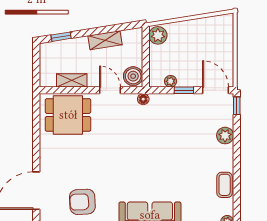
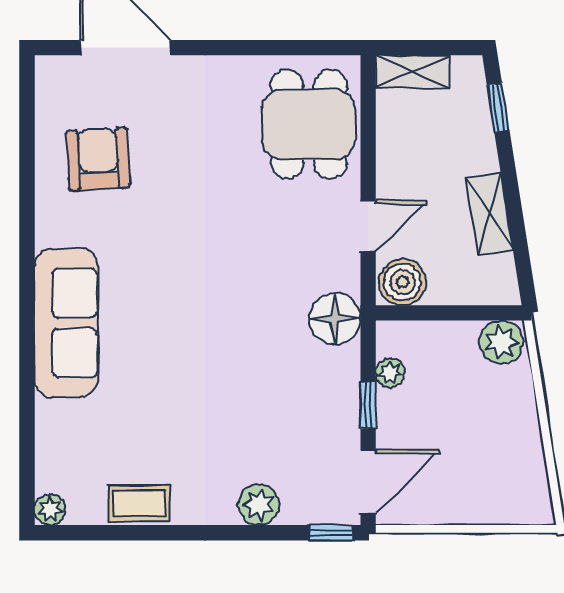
shelving: (72, 80) -> (412, 72), moved, turned 90
floor lamp: (143, 99) -> (335, 319), width x1.89, depth x1.89

